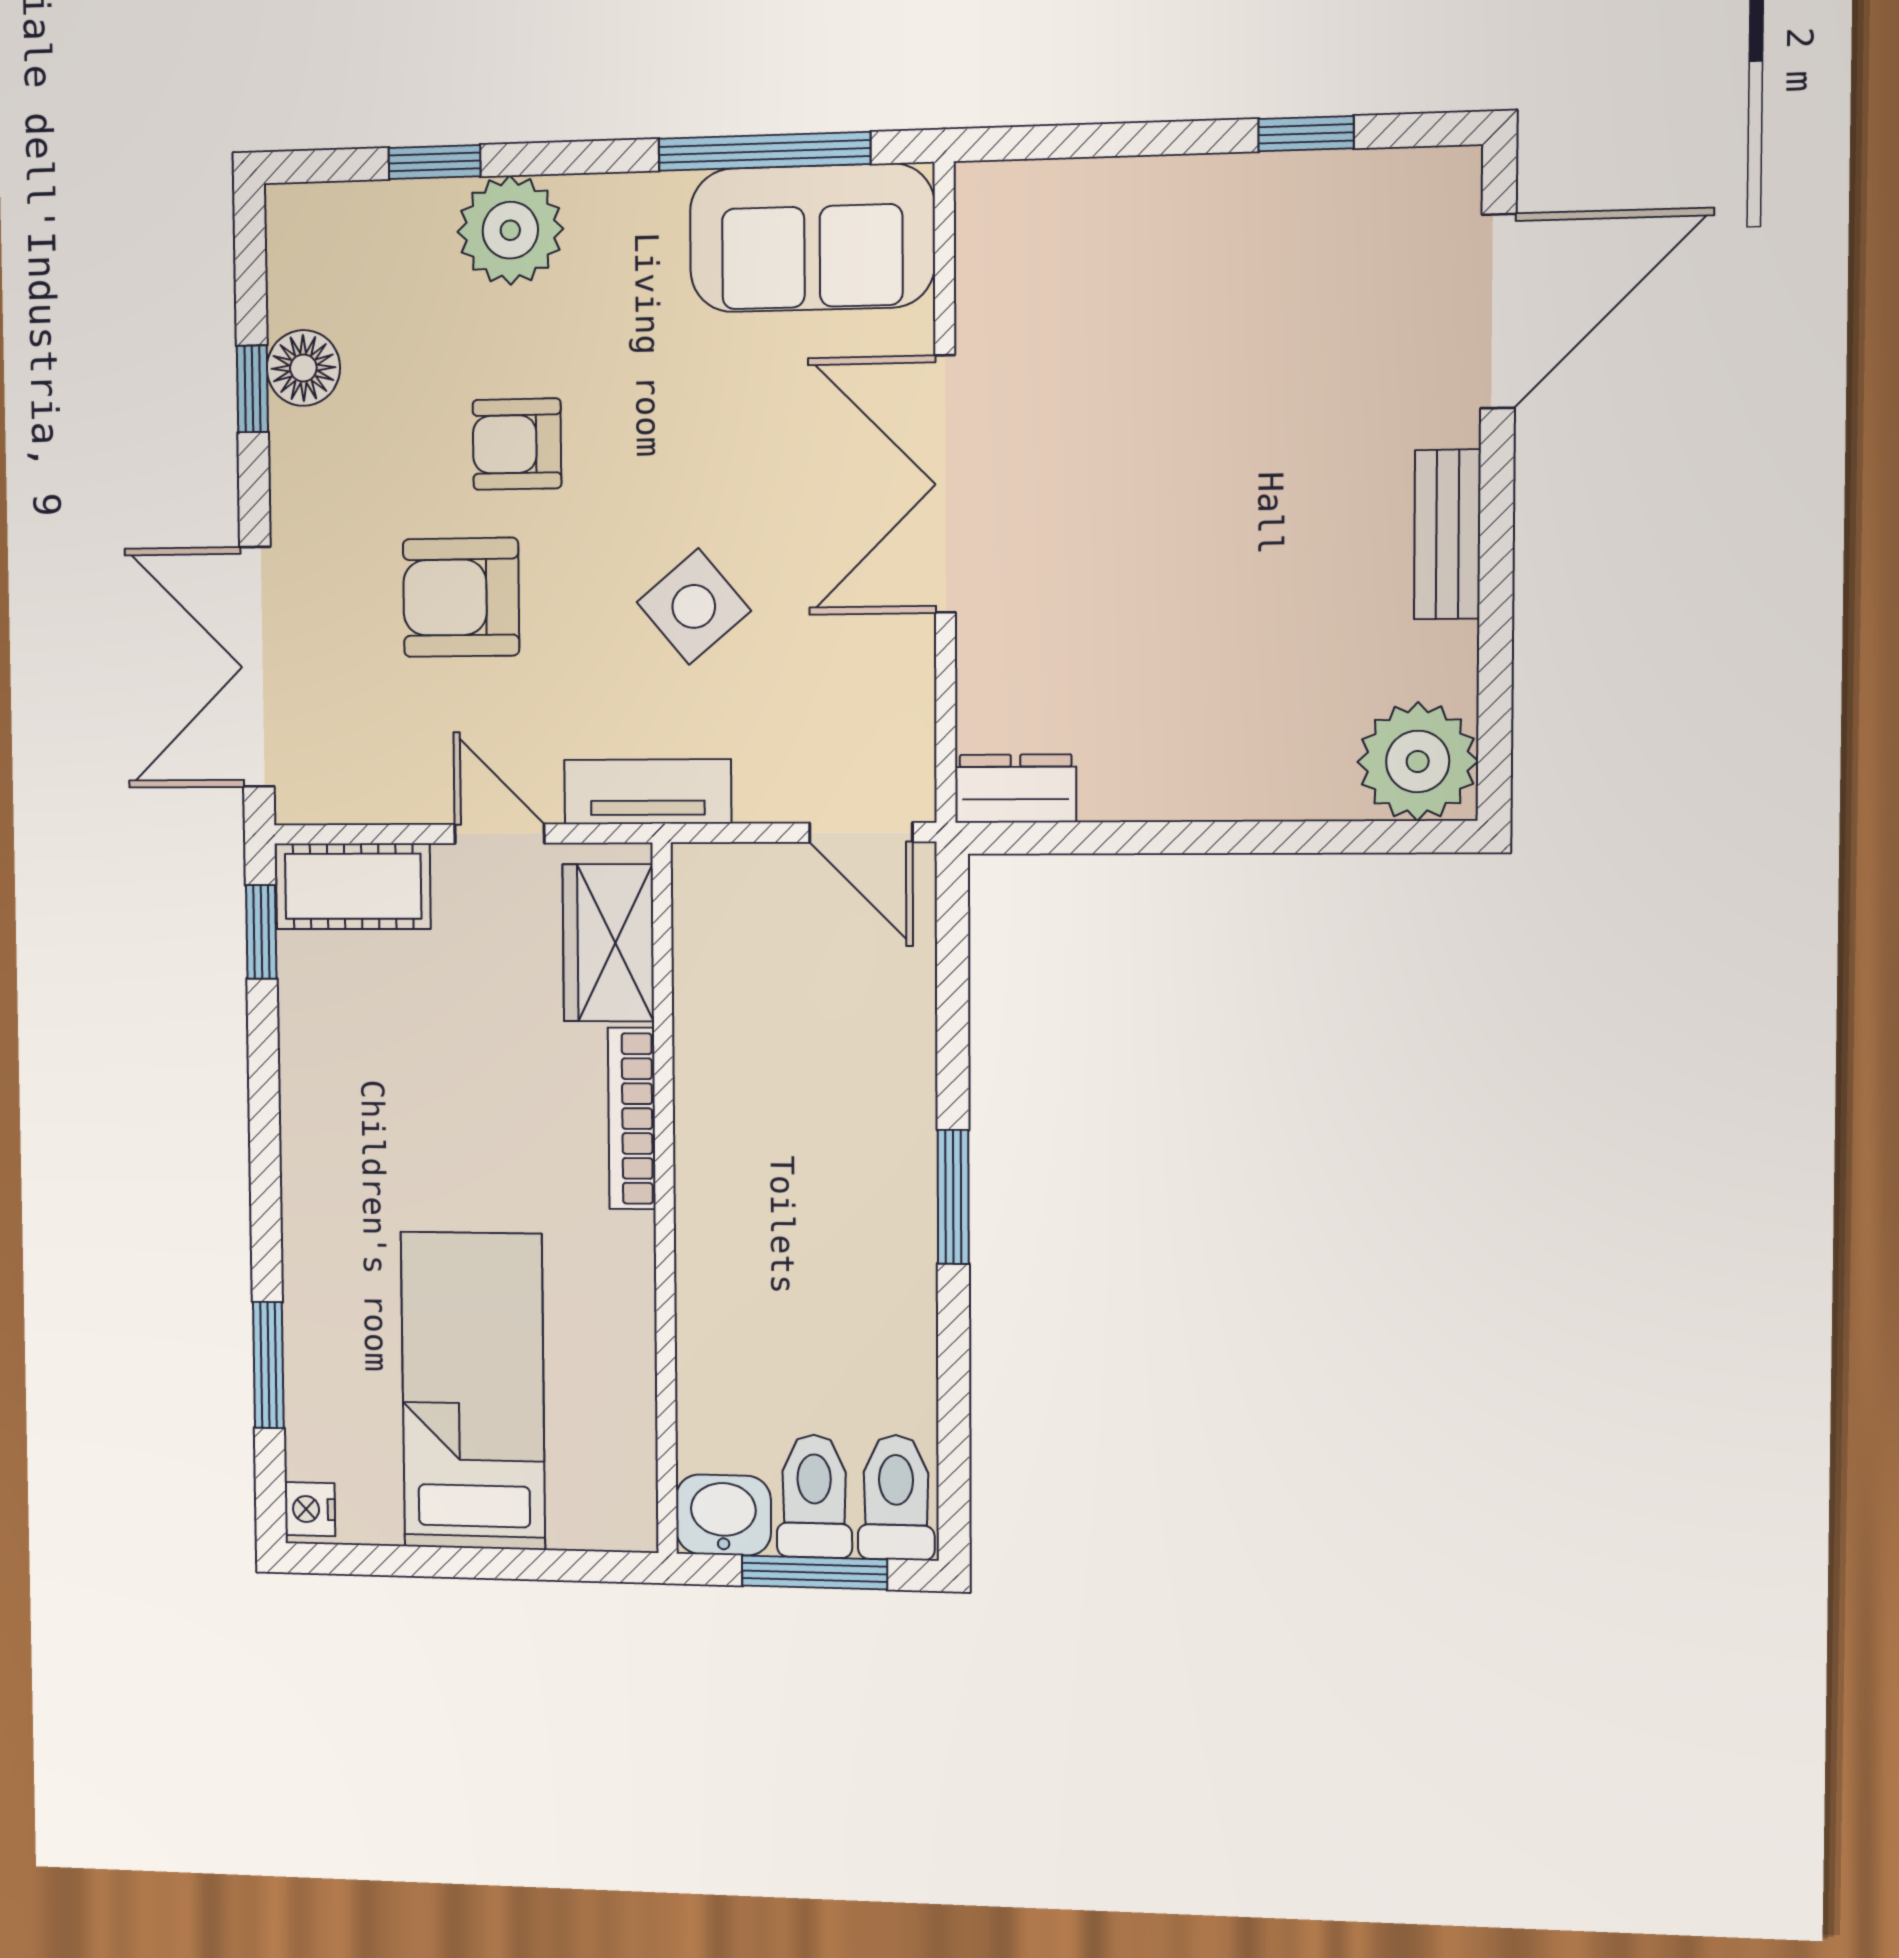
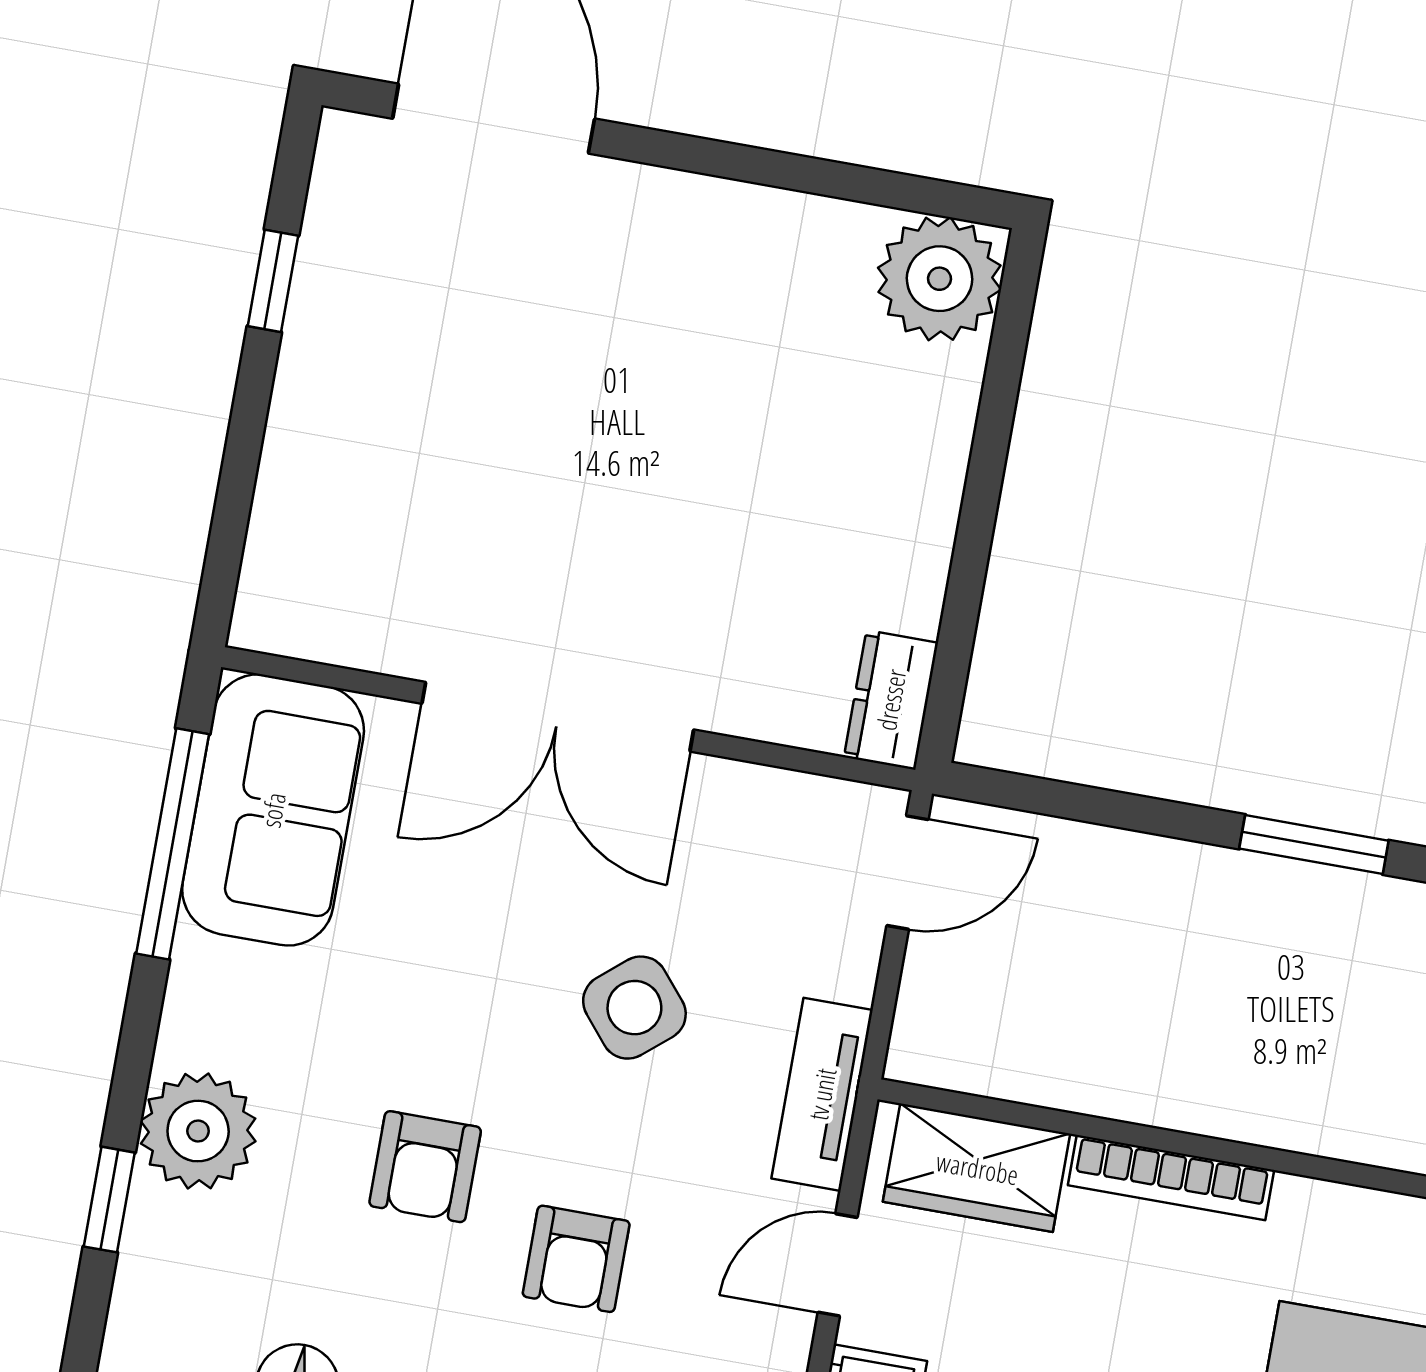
bench: (1447, 534) -> (711, 209), removed
armchair: (461, 597) -> (576, 1259), width x0.72, depth x0.72

